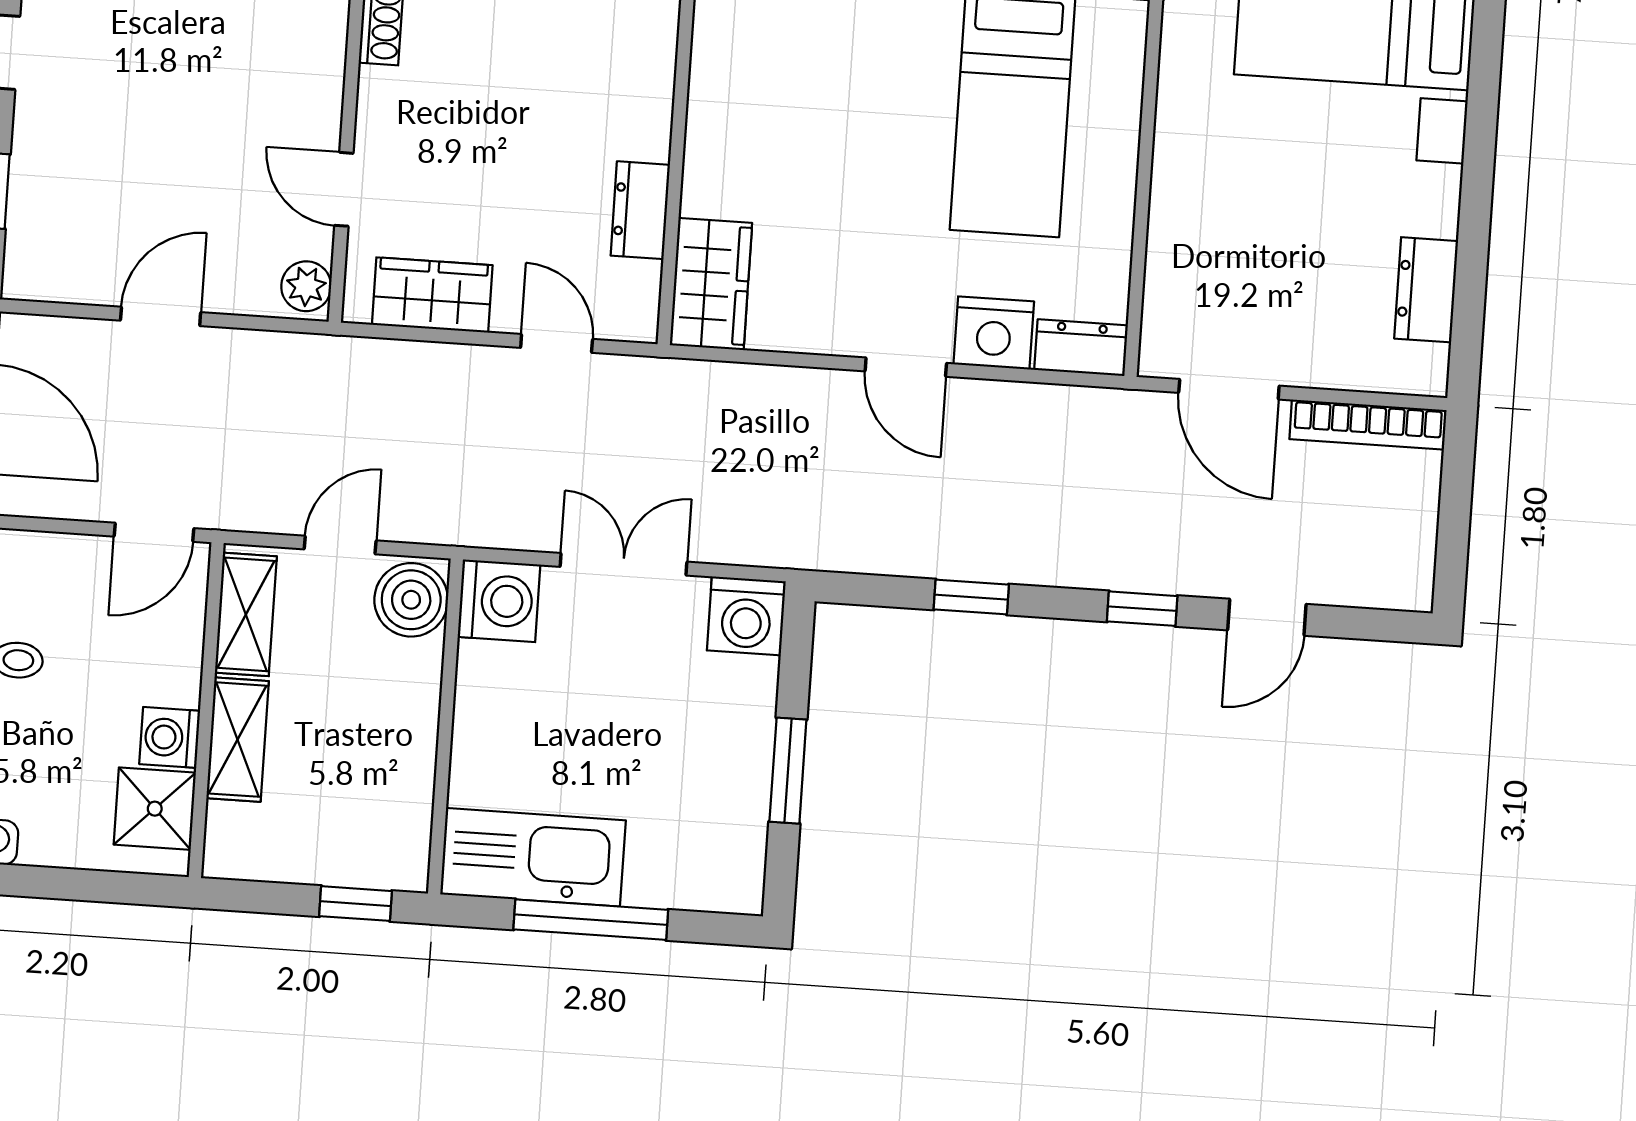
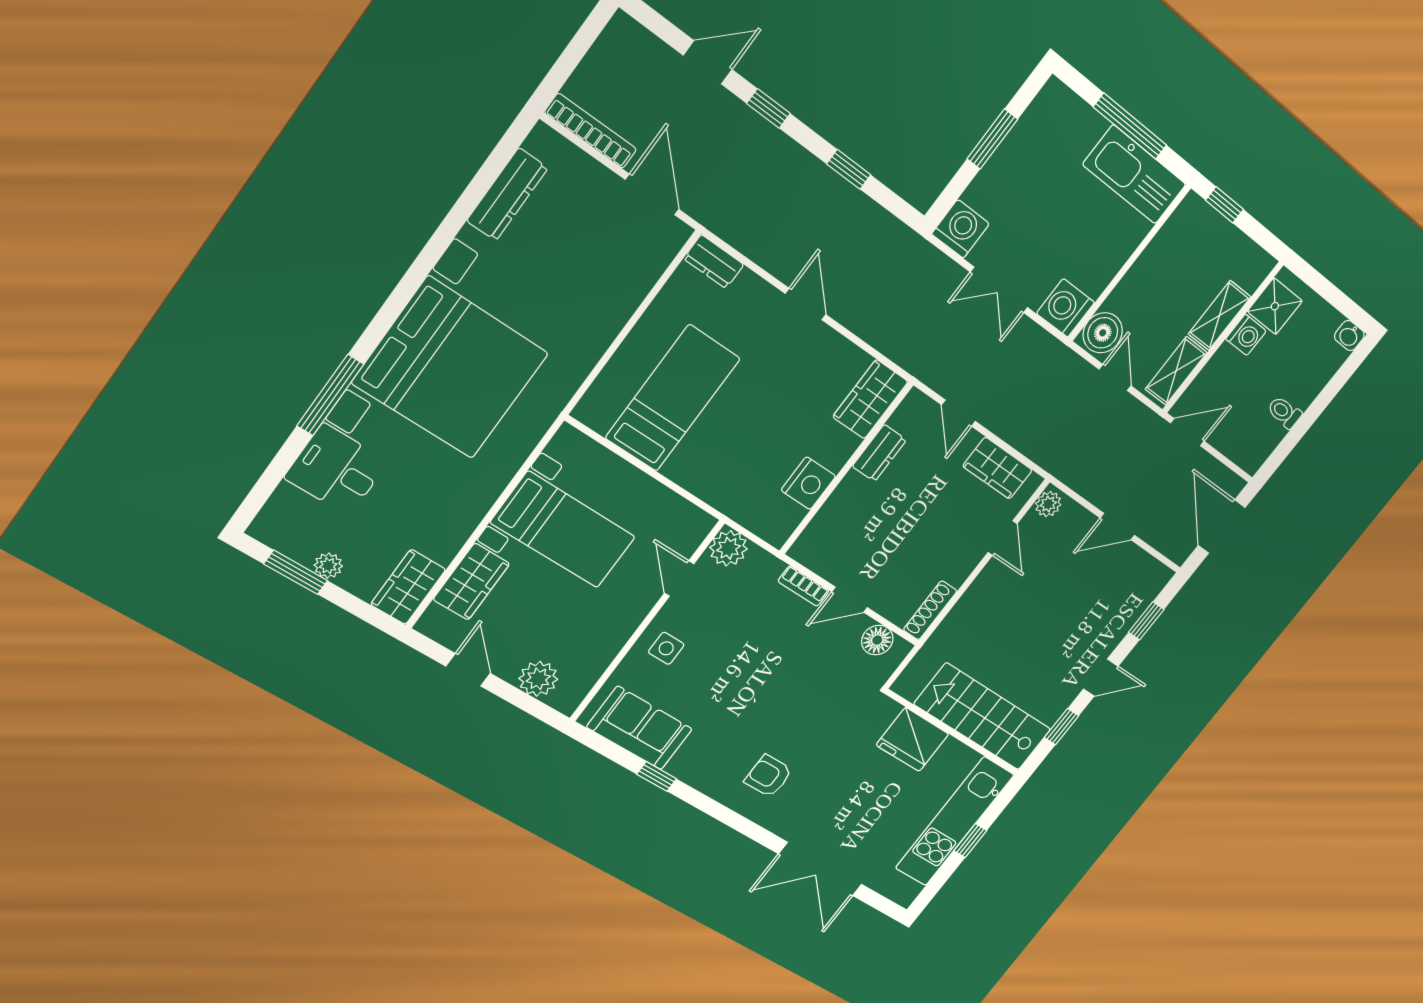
dresser: (1426, 290) -> (507, 194), width x1.44
nightstand: (994, 333) -> (808, 483), moved, turned 90
door: (340, 545) -> (1115, 378), swing flipped

